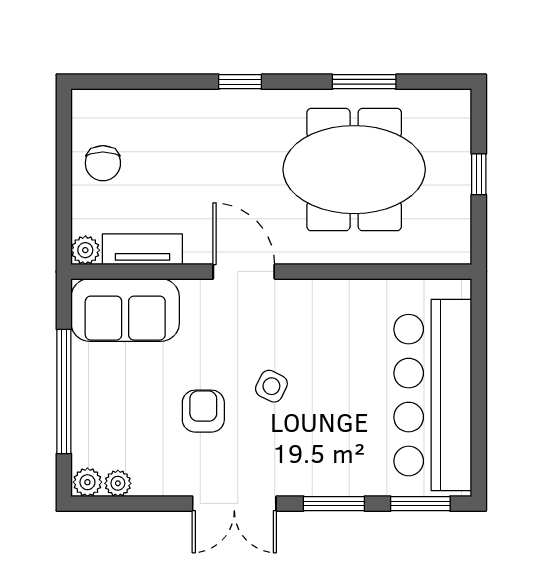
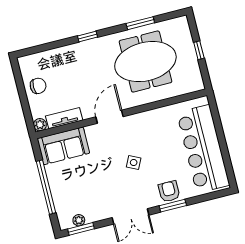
chair: (103, 163) -> (38, 86), turned -90
door: (244, 272) -> (110, 117), hinge flipped
armchair: (203, 411) -> (169, 191), moved
plant: (87, 482) -> (66, 223), removed
window: (420, 504) -> (81, 229), moved

